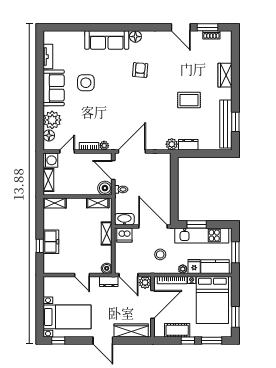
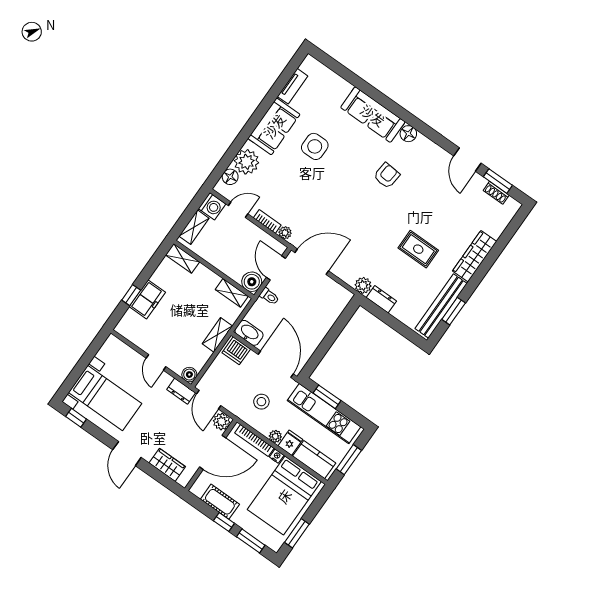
wardrobe: (225, 75) -> (475, 256), width x1.50
wardrobe: (131, 330) -> (167, 465), width x0.67

